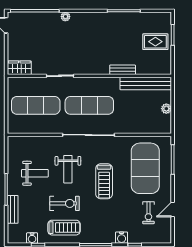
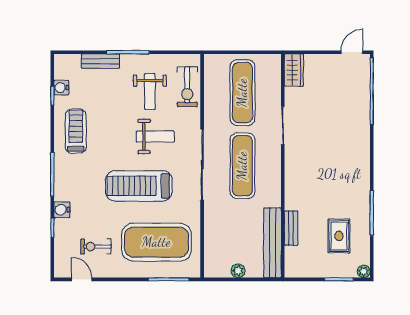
plant: (65, 17) -> (364, 271), moved
rug: (155, 42) -> (339, 236), moved
bench: (123, 70) -> (291, 228), moved
weight bench: (68, 169) -> (155, 137), turned 180
treadmill: (104, 181) -> (139, 186), width x1.37, depth x1.38
exercise bike: (65, 203) -> (187, 87), moved
door: (173, 210) -> (82, 279), moved
treadmill: (64, 228) -> (76, 131), turned 180

